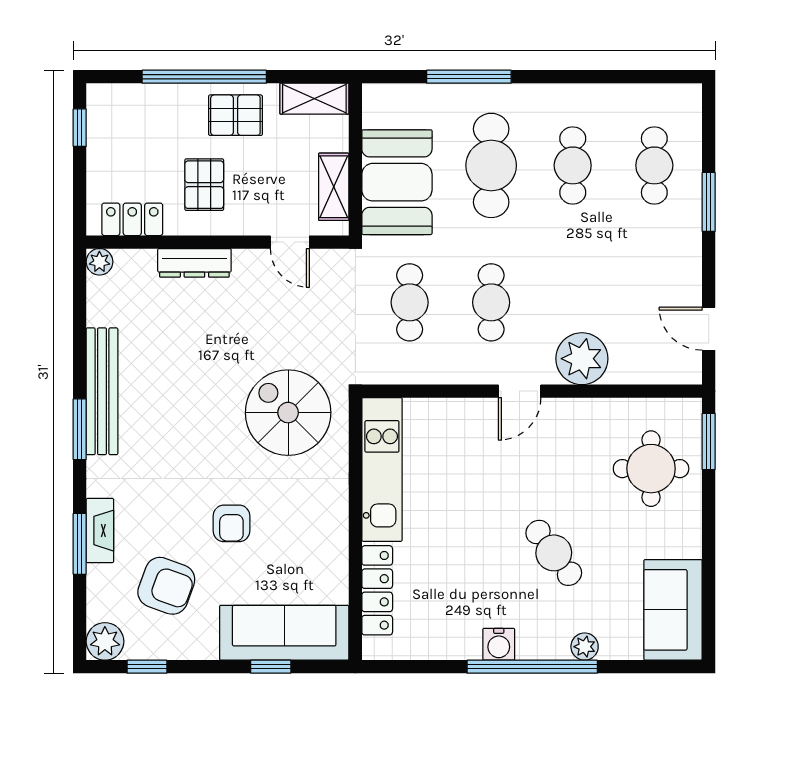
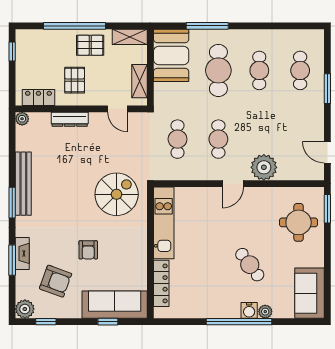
booth: (397, 182) -> (171, 55), moved
spiral stairs: (288, 413) -> (117, 194), turned 90
water cooler: (499, 644) -> (249, 310), moved

